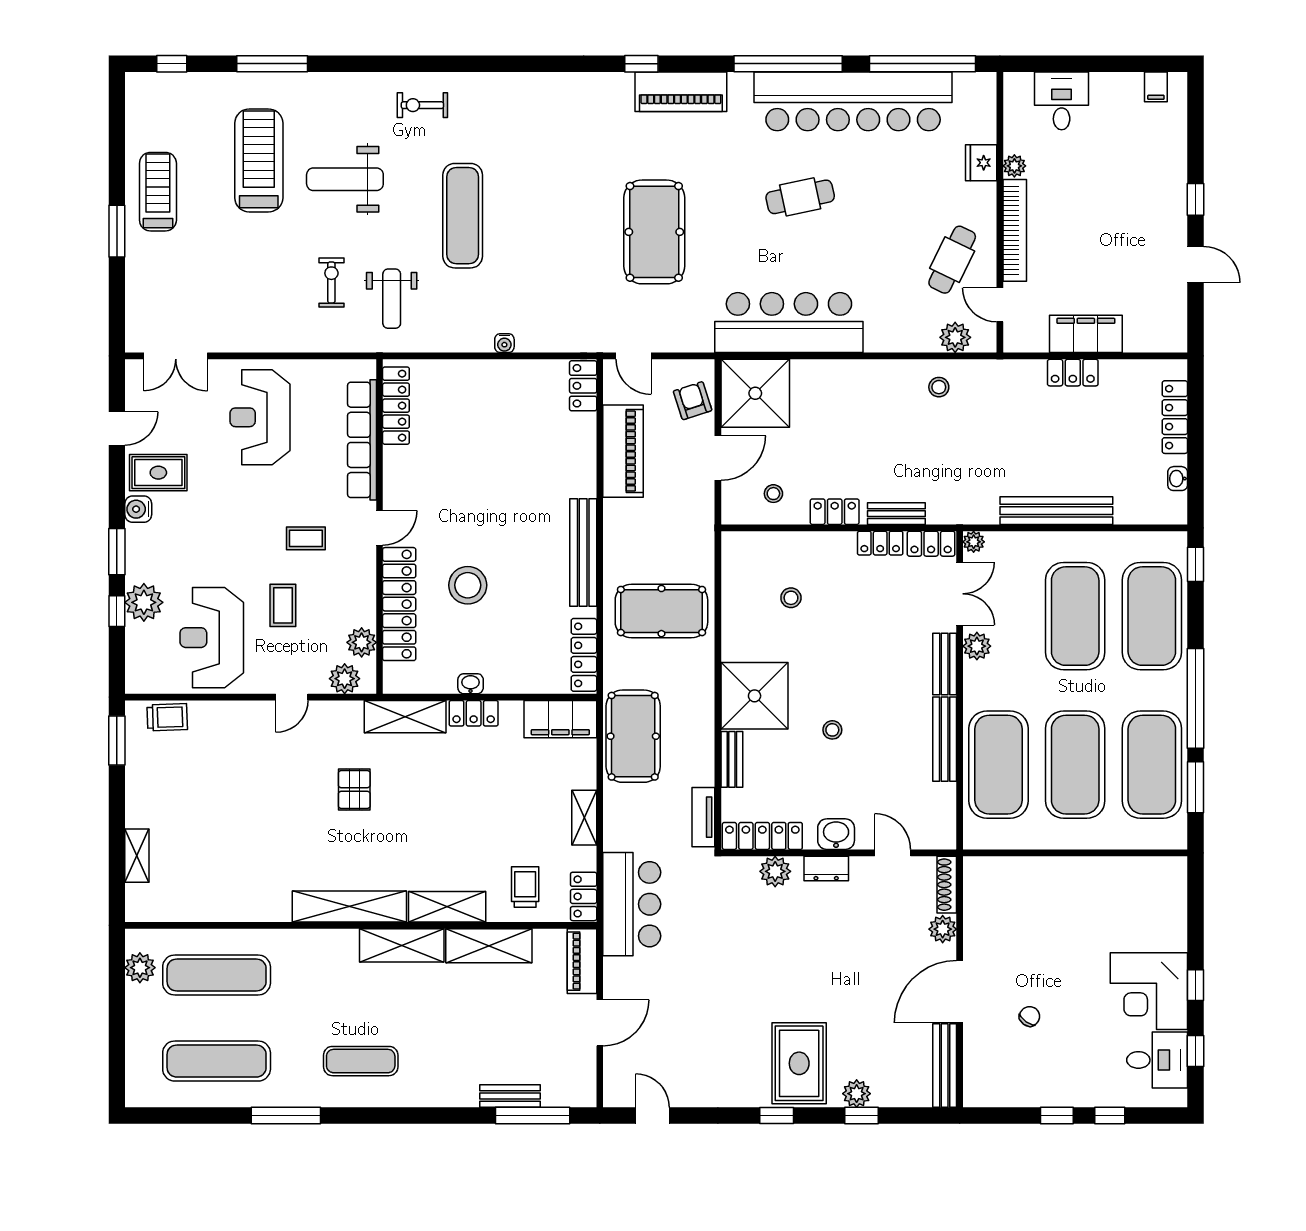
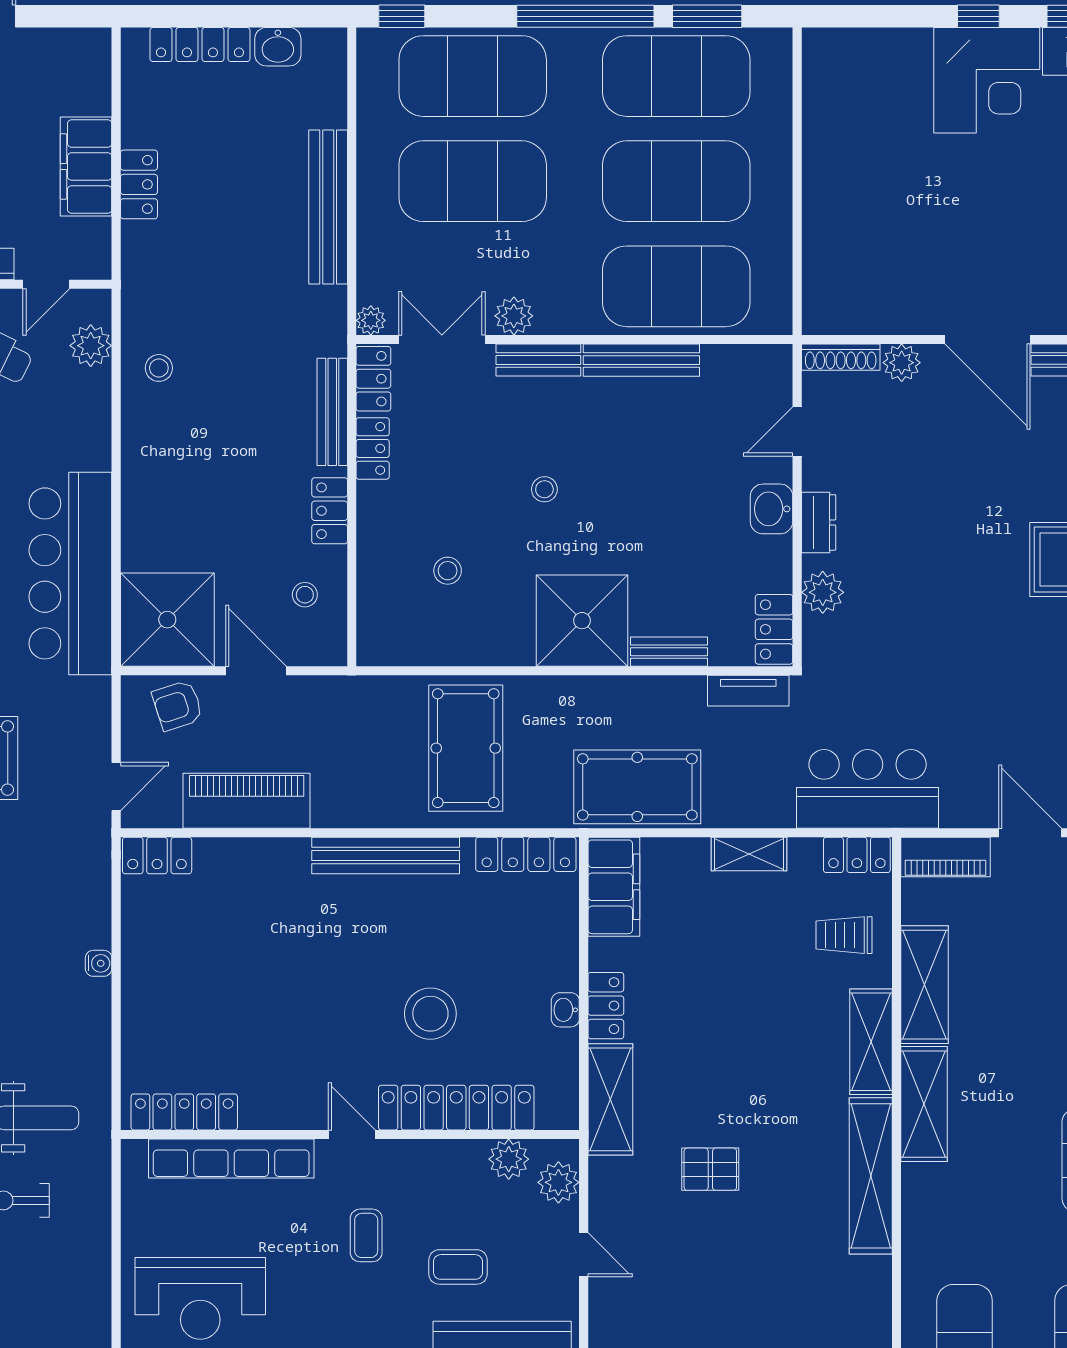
washbasin: (1178, 479) -> (278, 47), width x1.38, depth x1.45
bench: (896, 514) -> (332, 412), width x1.36
stool: (832, 730) -> (544, 489), moved
locker: (762, 836) -> (774, 629), width x0.66
chair: (1030, 1016) -> (1021, 244), removed

